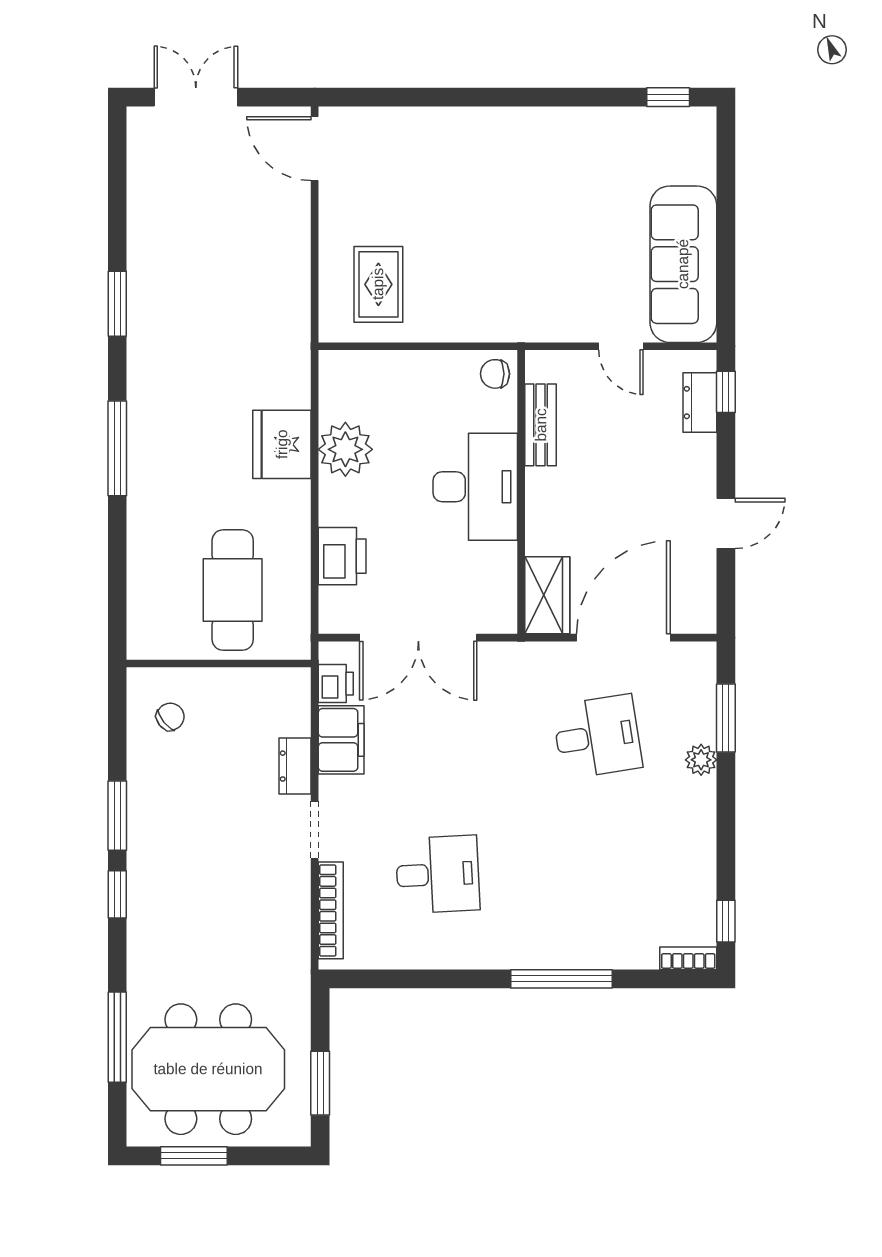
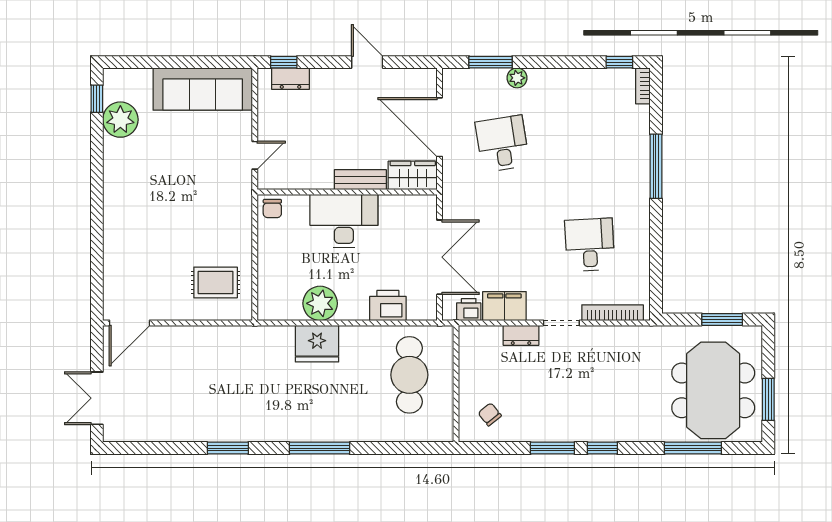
plant: (635, 134) -> (120, 120), added
door: (621, 346) -> (255, 155), moved
bench: (541, 425) -> (360, 180), moved
cafe table: (233, 590) -> (409, 375), turned 90

